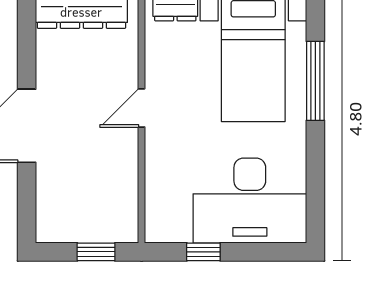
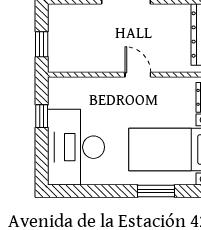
window: (315, 81) -> (156, 191), width x0.69

